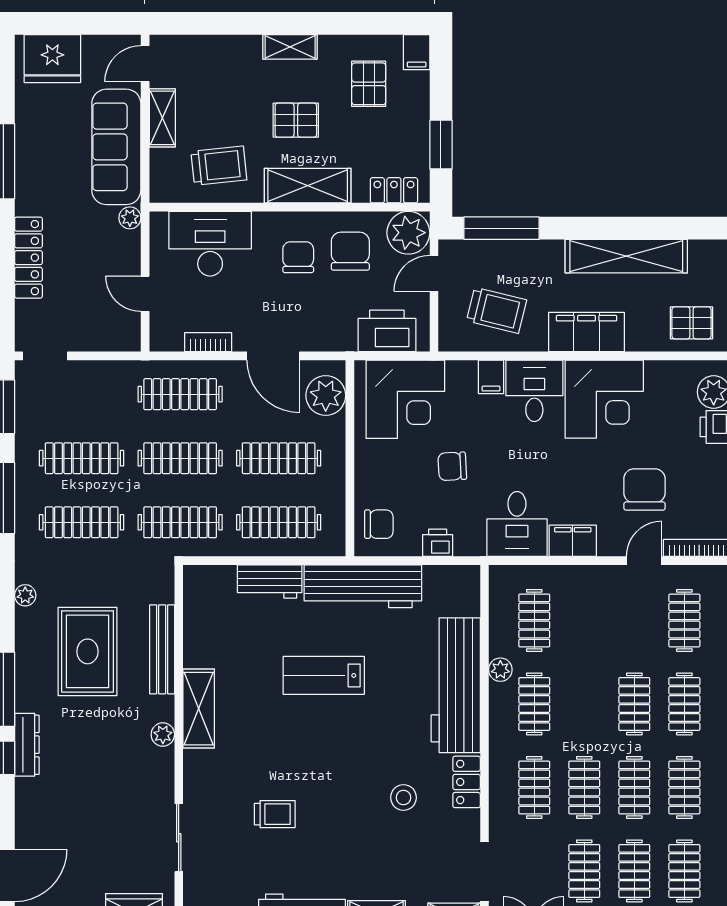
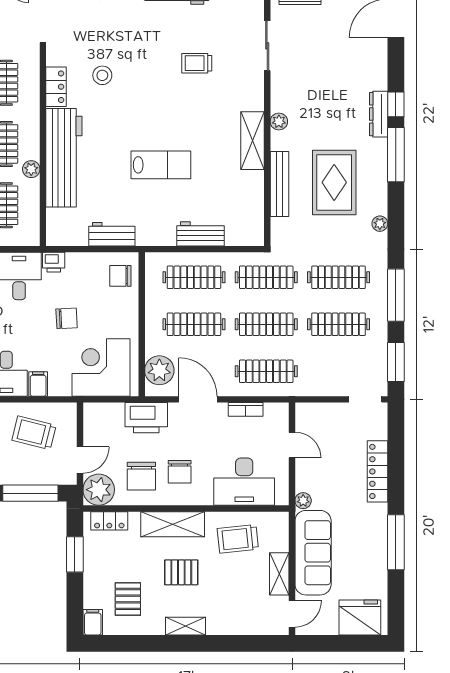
printer: (387, 331) -> (146, 418), moved
printer: (438, 543) -> (54, 262), moved
workbench: (363, 586) -> (112, 234), width x0.53, depth x0.76

